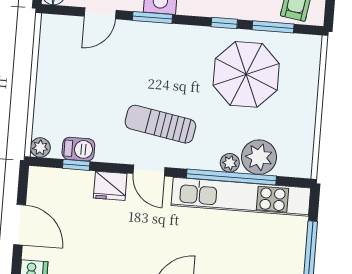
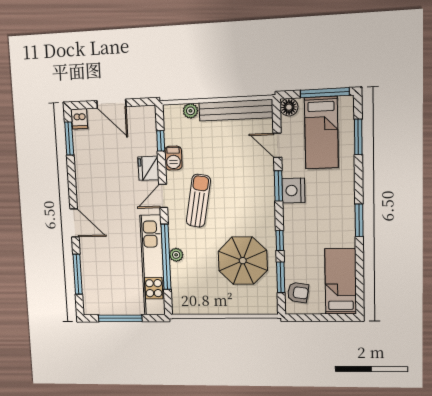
bench: (49, 62) -> (236, 110), added
plant: (40, 147) -> (190, 111), moved
barbecue: (78, 149) -> (173, 158), moved
plant: (259, 157) -> (183, 276), removed
door: (20, 225) -> (111, 104), hinge flipped

